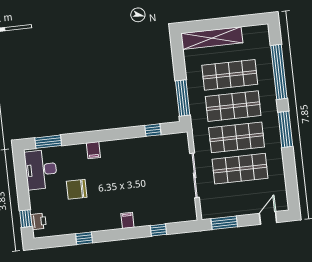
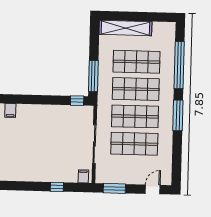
window: (153, 130) -> (77, 101), moved
filing cabinet: (127, 220) -> (83, 176), moved

